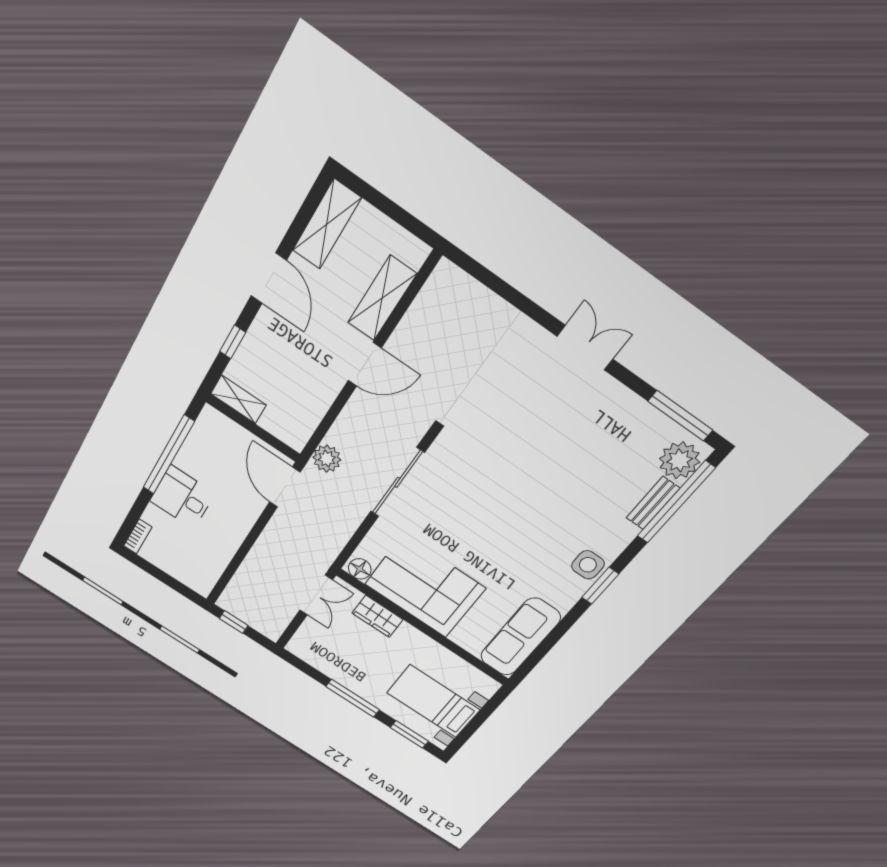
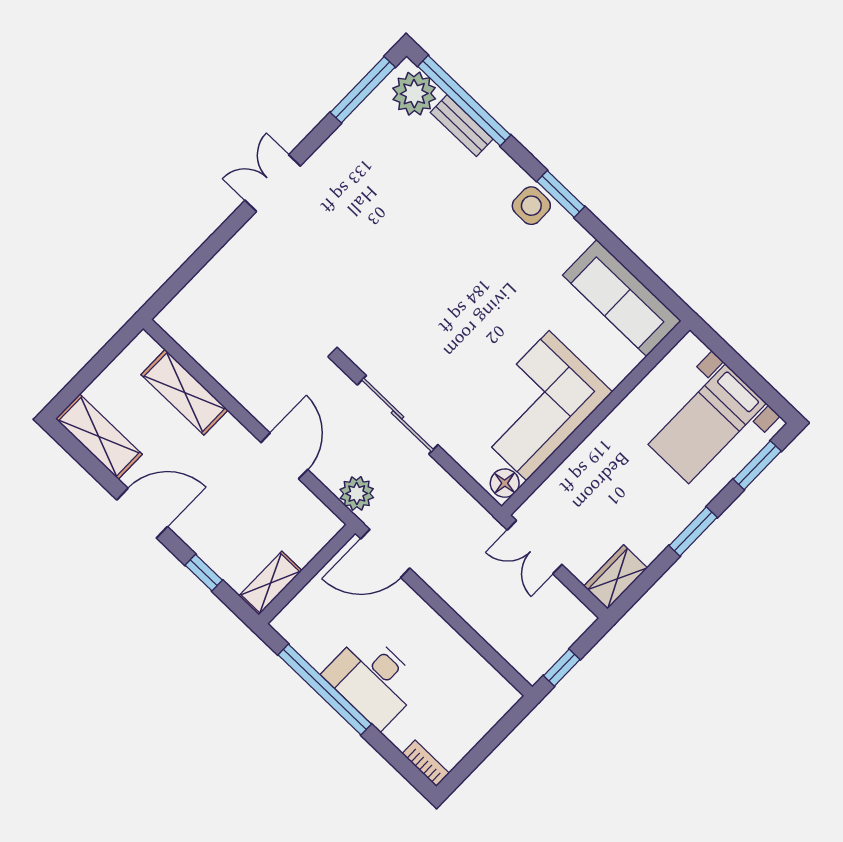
door: (365, 364) -> (284, 456), moved
desk: (182, 497) -> (373, 680), width x1.37
double door: (316, 595) -> (535, 547), swing flipped
wardrobe: (377, 616) -> (616, 577), moved, turned 180
window: (353, 698) -> (693, 532), width x0.69

